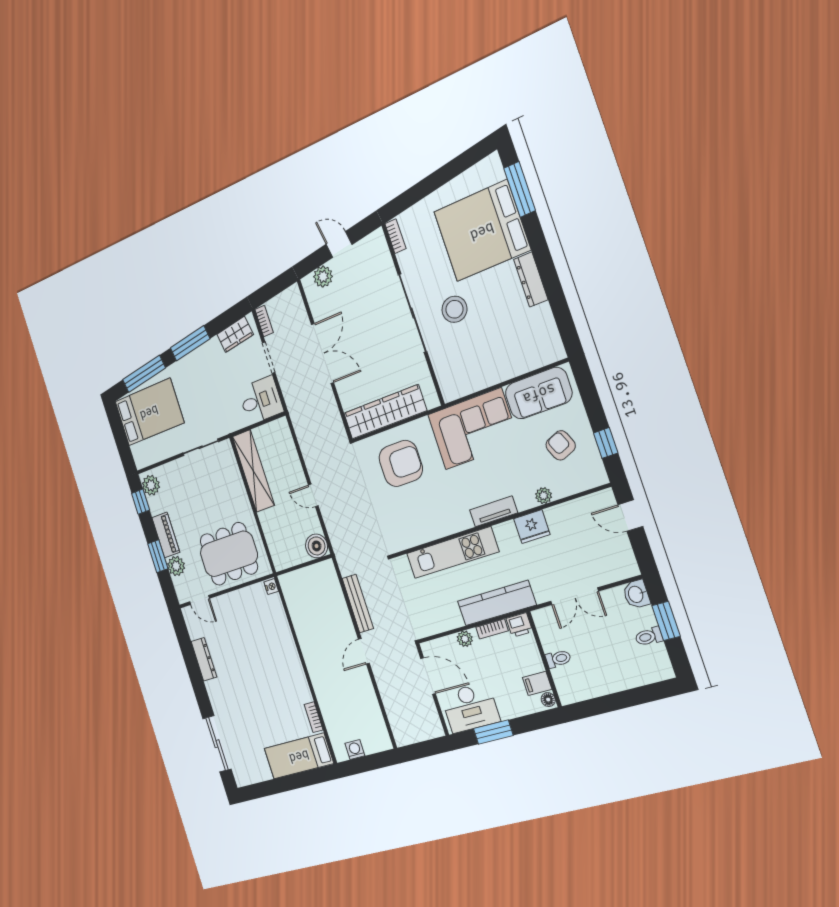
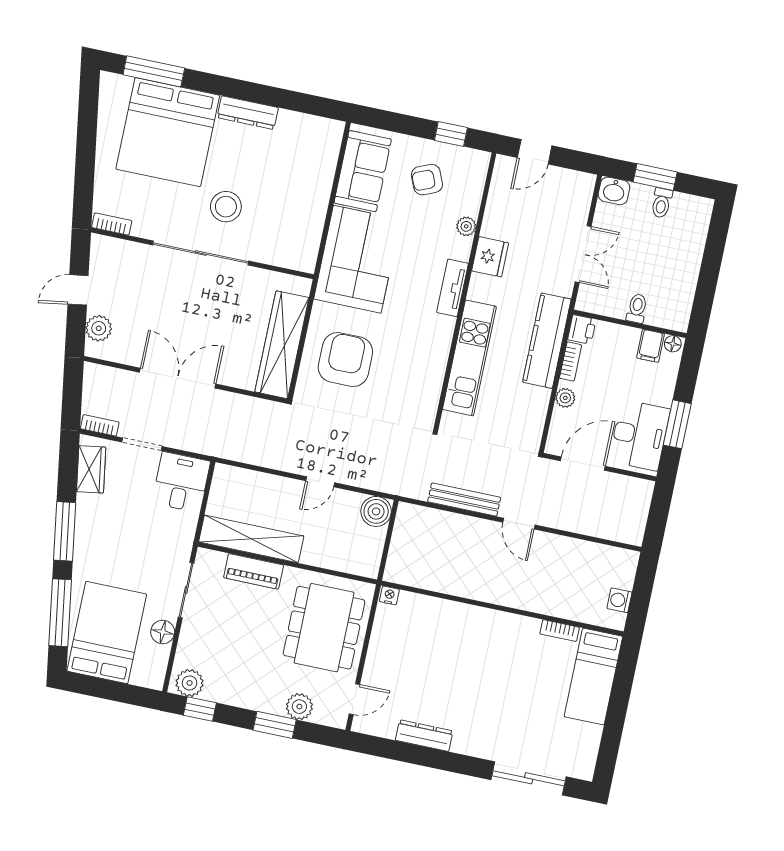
floor lamp: (169, 448) -> (163, 632), added
piano: (166, 535) -> (254, 571), moved, turned 180

